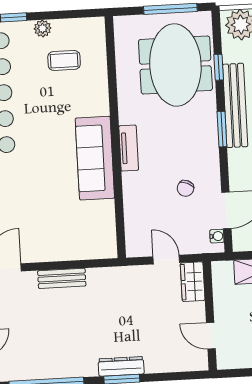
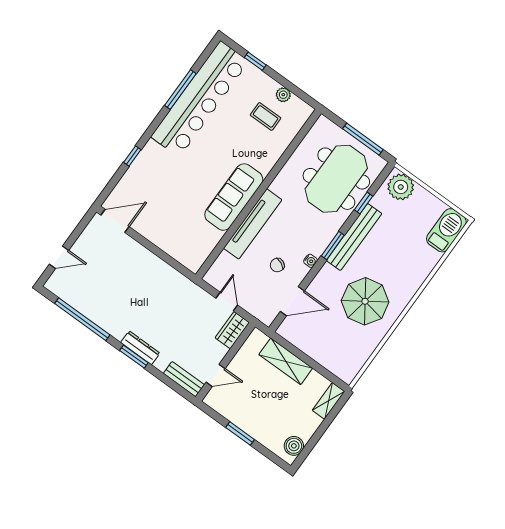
plant: (43, 28) -> (283, 95), moved
tv unit: (129, 148) -> (253, 224), width x1.92, depth x1.29
water cooler: (217, 236) -> (310, 261), moved
bench: (62, 278) -> (184, 379), moved
door: (211, 336) -> (216, 375), swing flipped

